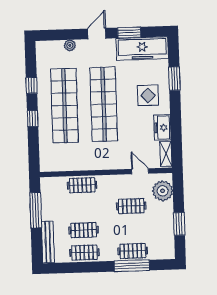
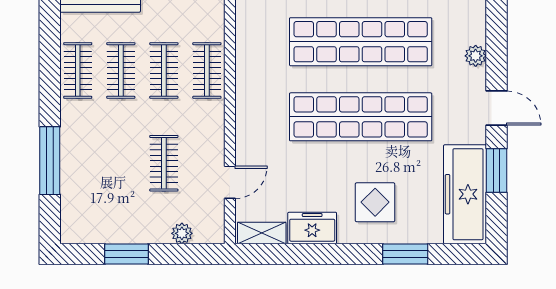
plant: (163, 191) -> (182, 233), width x0.53, depth x0.53
clothes rail: (133, 251) -> (164, 70), moved

